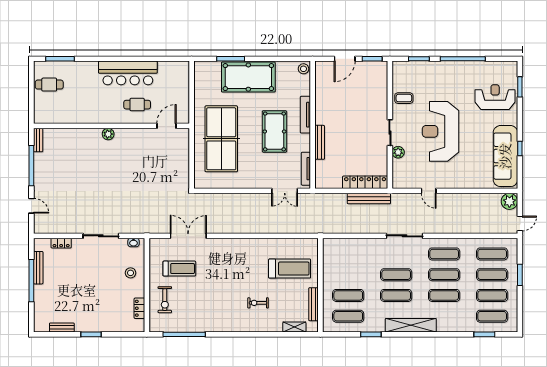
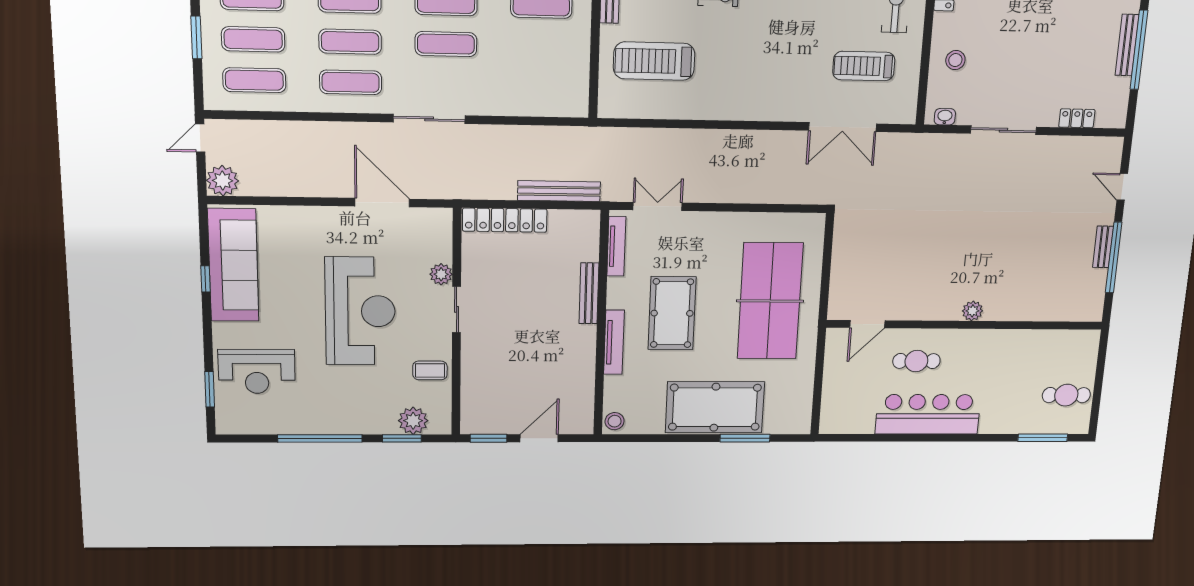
plant: (413, 69) -> (413, 421), added
bench: (38, 140) -> (1103, 247), moved
door: (429, 191) -> (382, 203), width x1.88
bench: (369, 199) -> (559, 191), moved
bench: (38, 268) -> (1127, 45), moved

